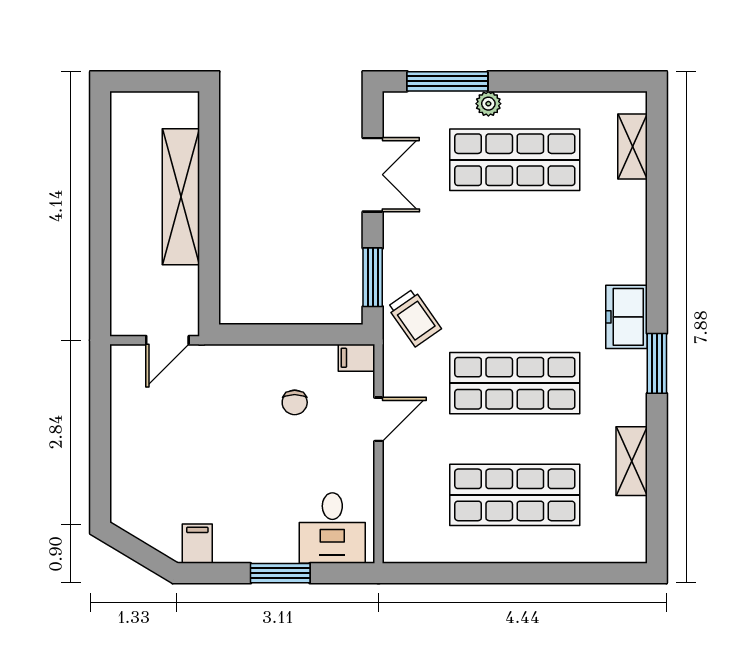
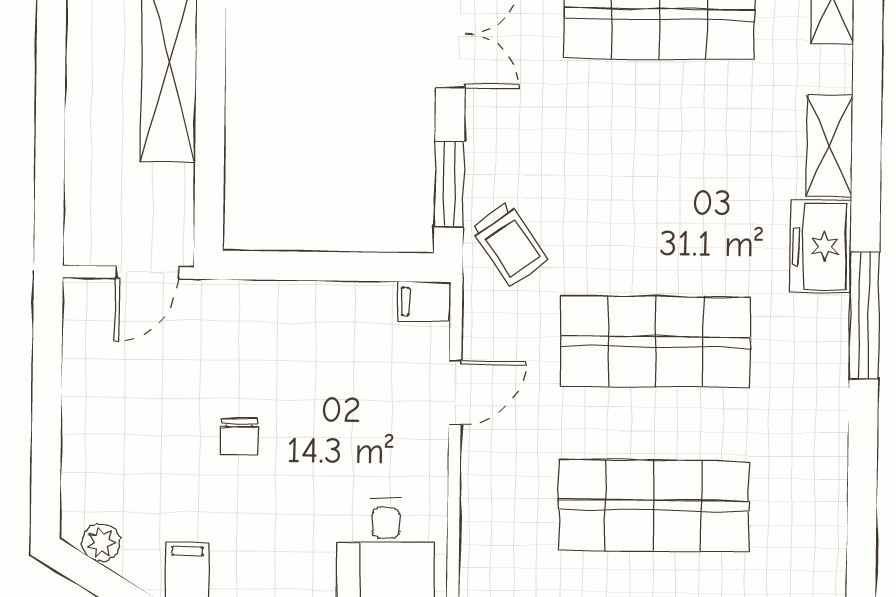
window: (657, 363) -> (864, 315), width x1.44
chair: (295, 402) -> (239, 436), moved
shelving: (632, 461) -> (829, 146), moved
plant: (138, 525) -> (101, 542), added

